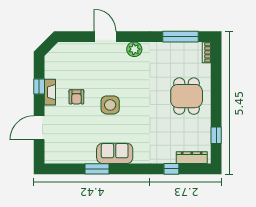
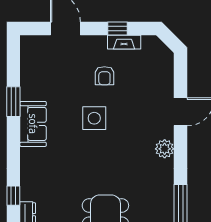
fireplace: (50, 92) -> (124, 42), moved
armchair: (76, 97) -> (104, 76), turned -90

